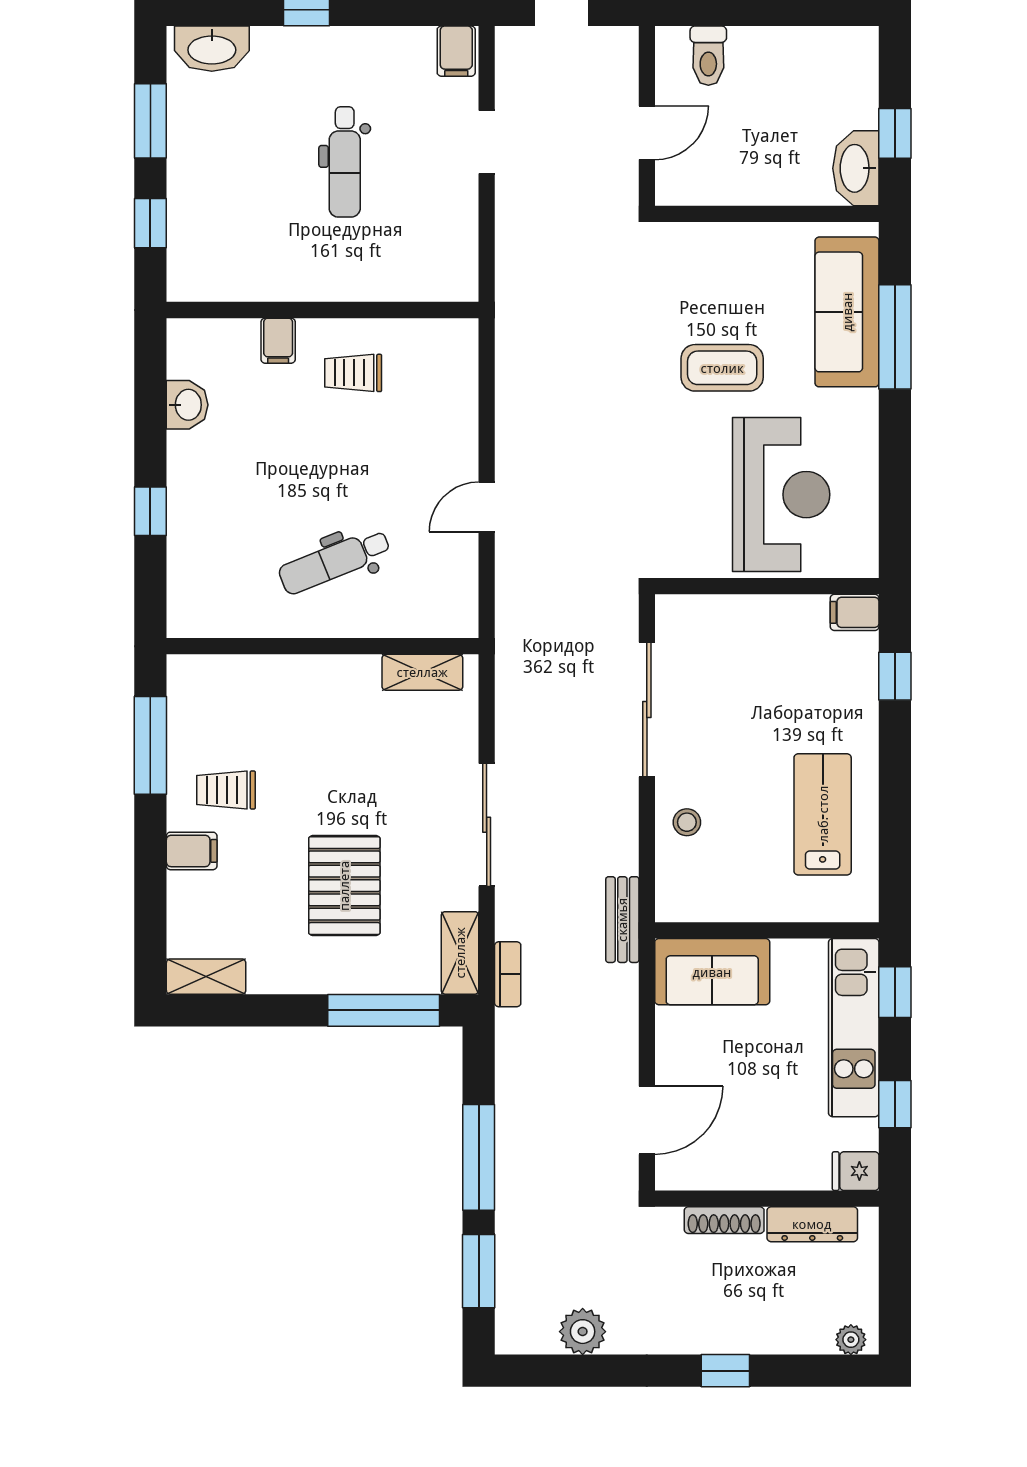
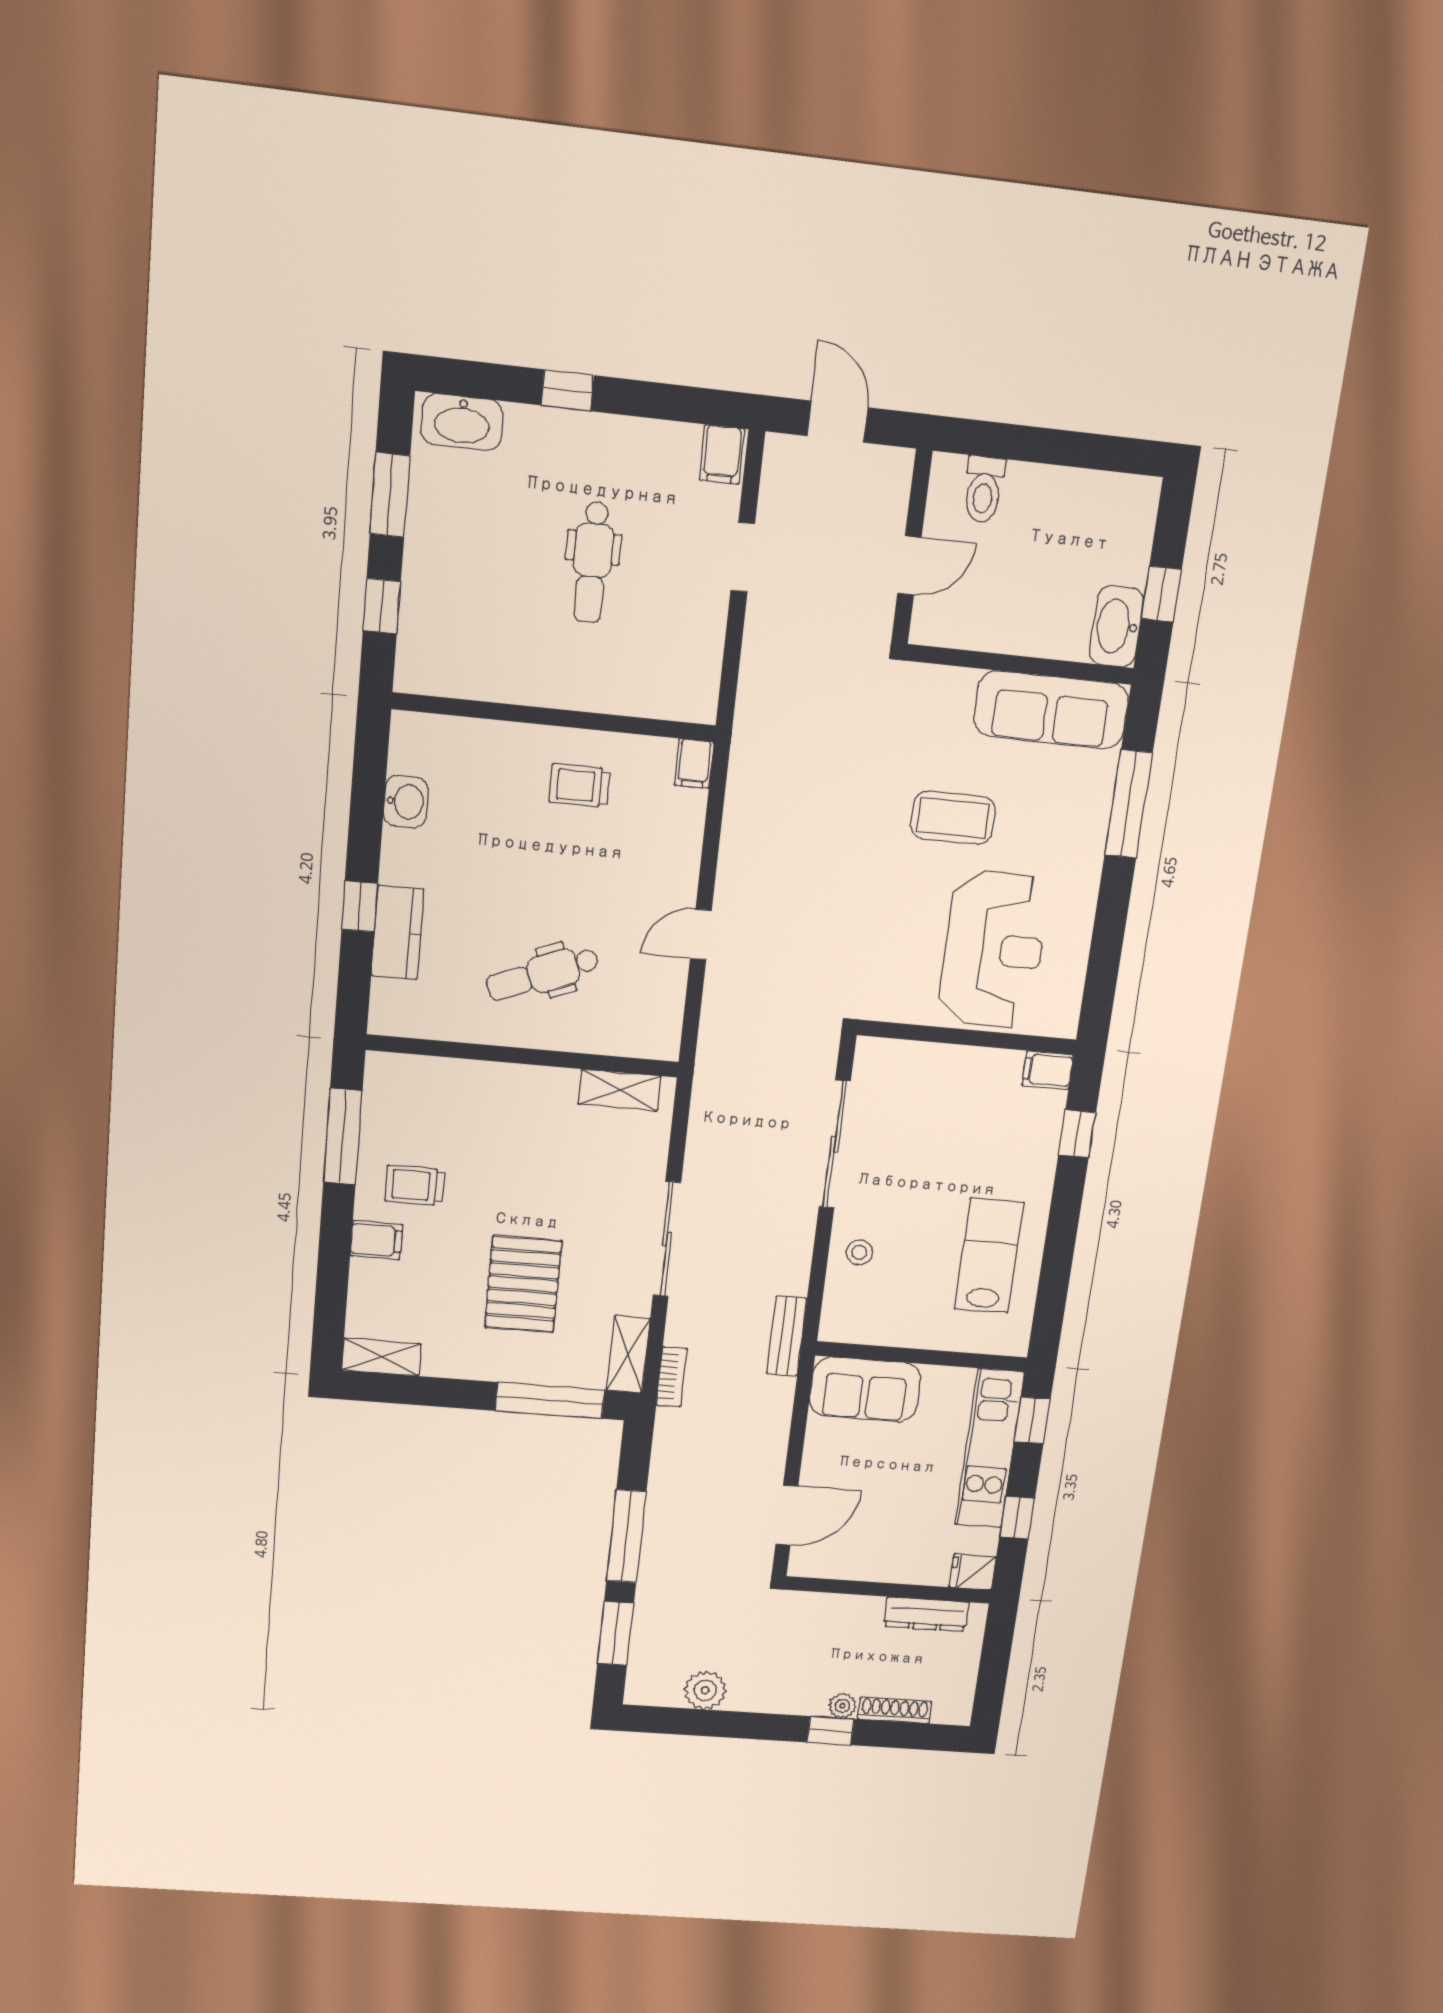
sofa: (847, 312) -> (1051, 710), moved, turned -90
filing cabinet: (278, 341) -> (694, 764), moved
kitchen counter: (189, 533) -> (398, 933), added
shoe rack: (724, 1220) -> (895, 1710), moved, turned 180
plant: (851, 1340) -> (843, 1706), moved

